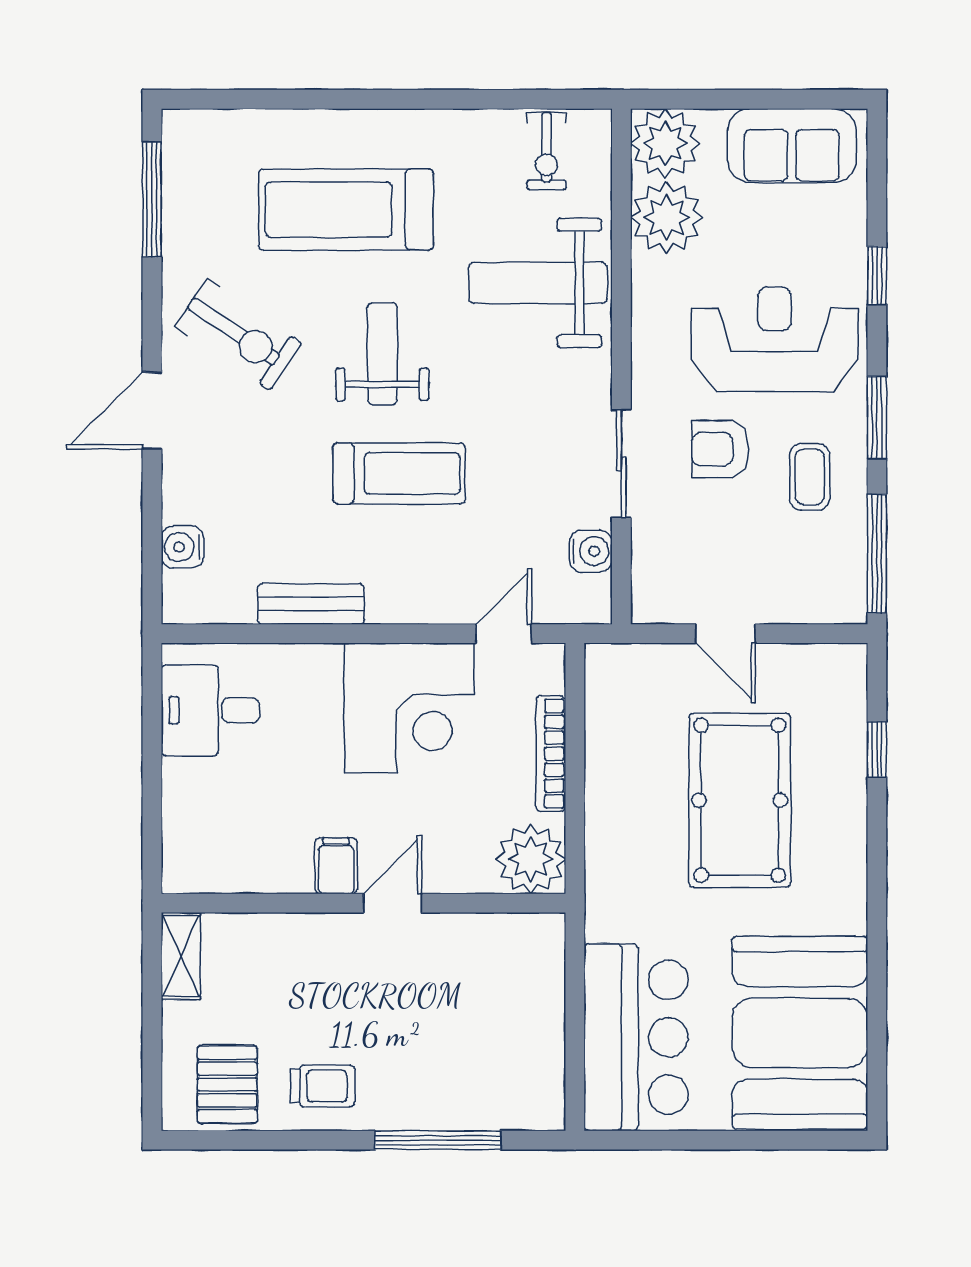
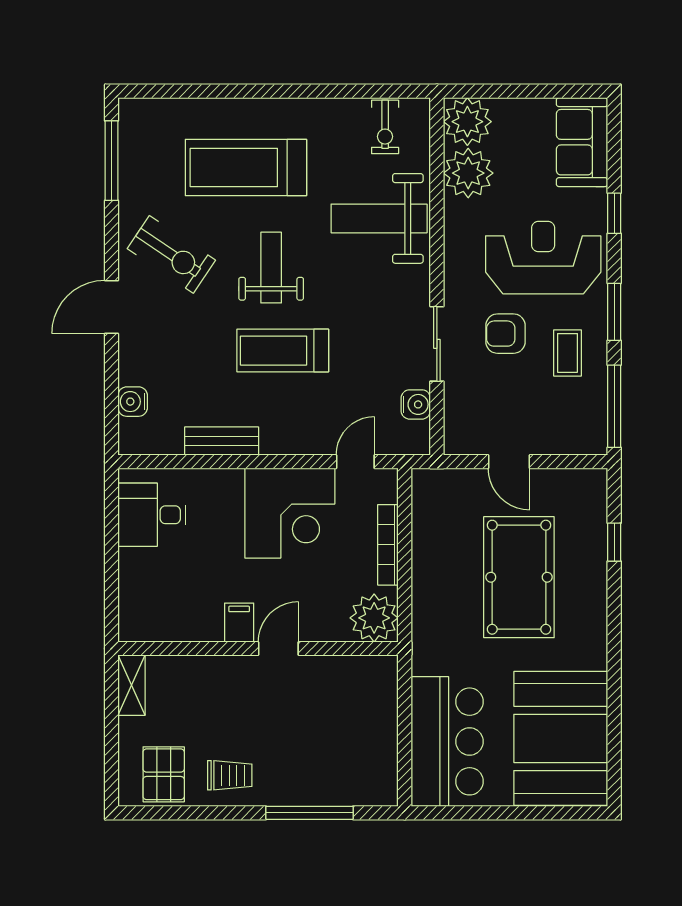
sofa: (792, 146) -> (582, 142), moved, turned 90
treadmill: (399, 473) -> (283, 351), turned 180

